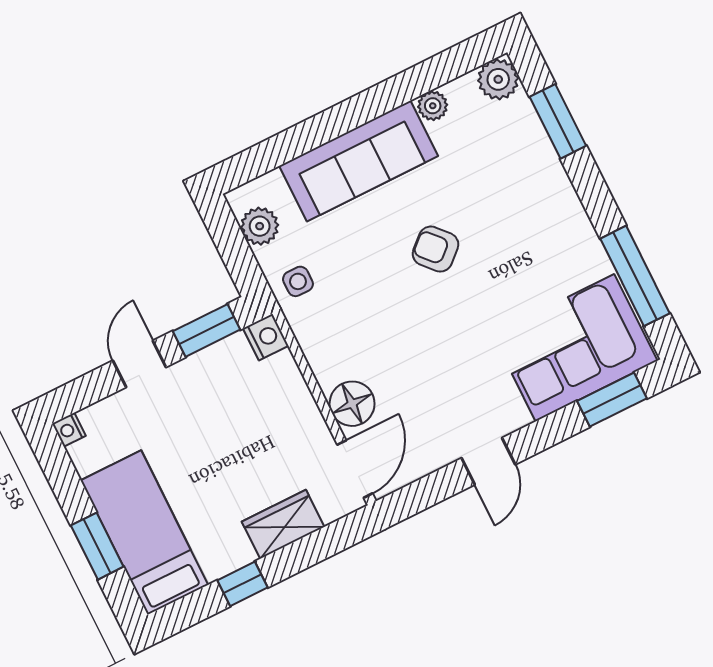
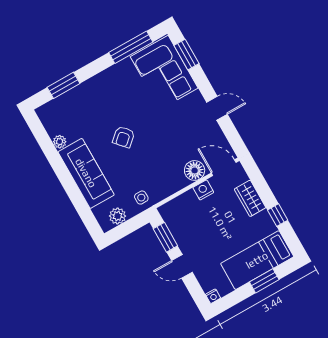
plant: (498, 79) -> (46, 113), removed
nightstand: (266, 337) -> (203, 190), moved

